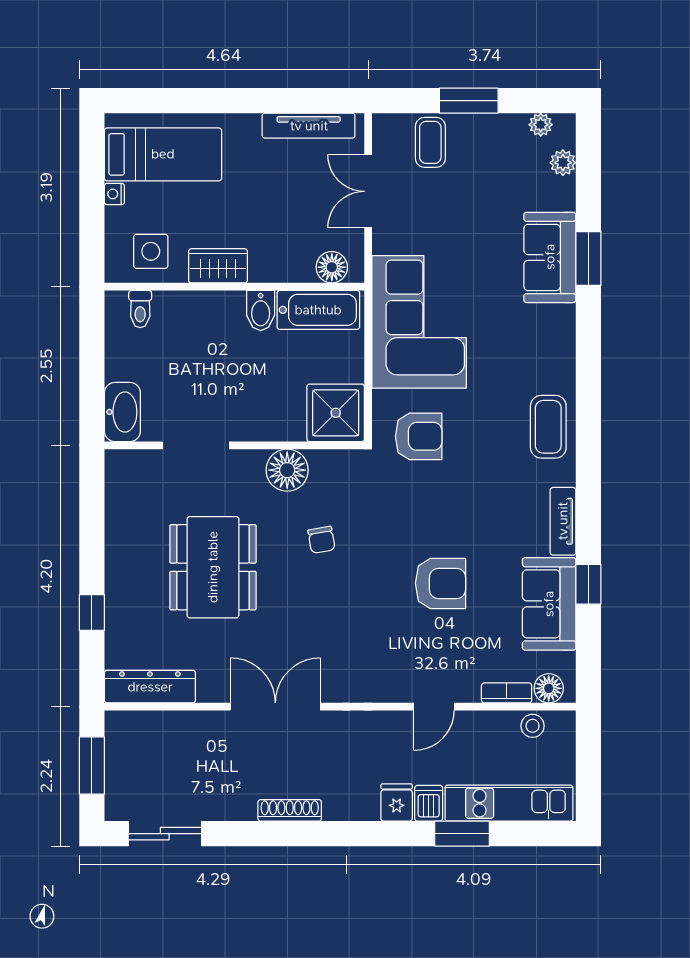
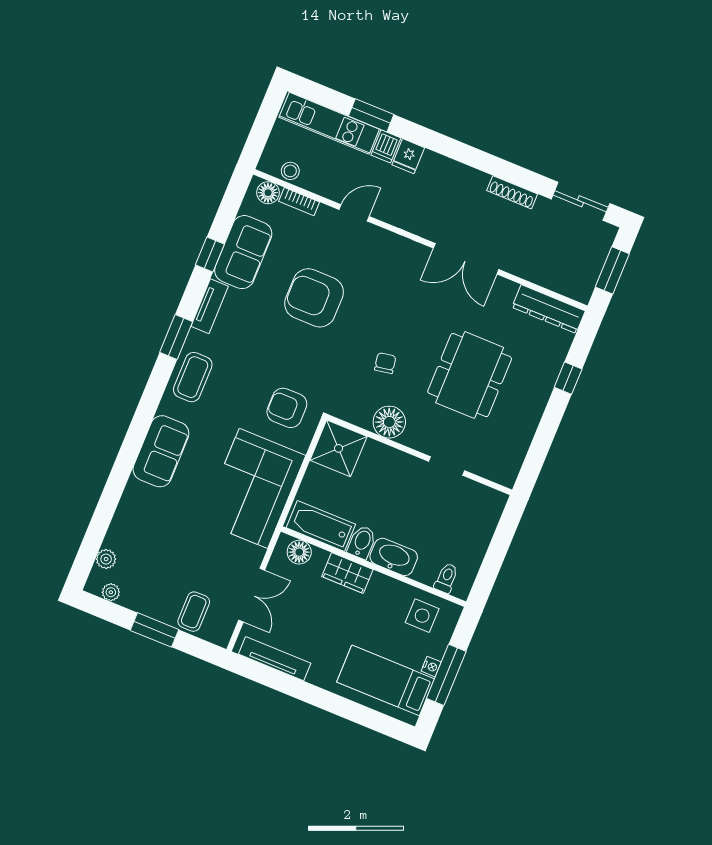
window: (92, 191) -> (446, 675), added
sofa: (550, 257) -> (161, 451), moved
window: (588, 258) -> (176, 337), moved
wardrobe: (218, 266) -> (347, 573), moved
washbasin: (122, 412) -> (394, 557), moved, turned 90
doorway: (196, 445) -> (447, 466), width x0.73
armchair: (440, 583) -> (314, 298), width x1.36, depth x1.36
shoe rack: (290, 810) -> (512, 192), moved

